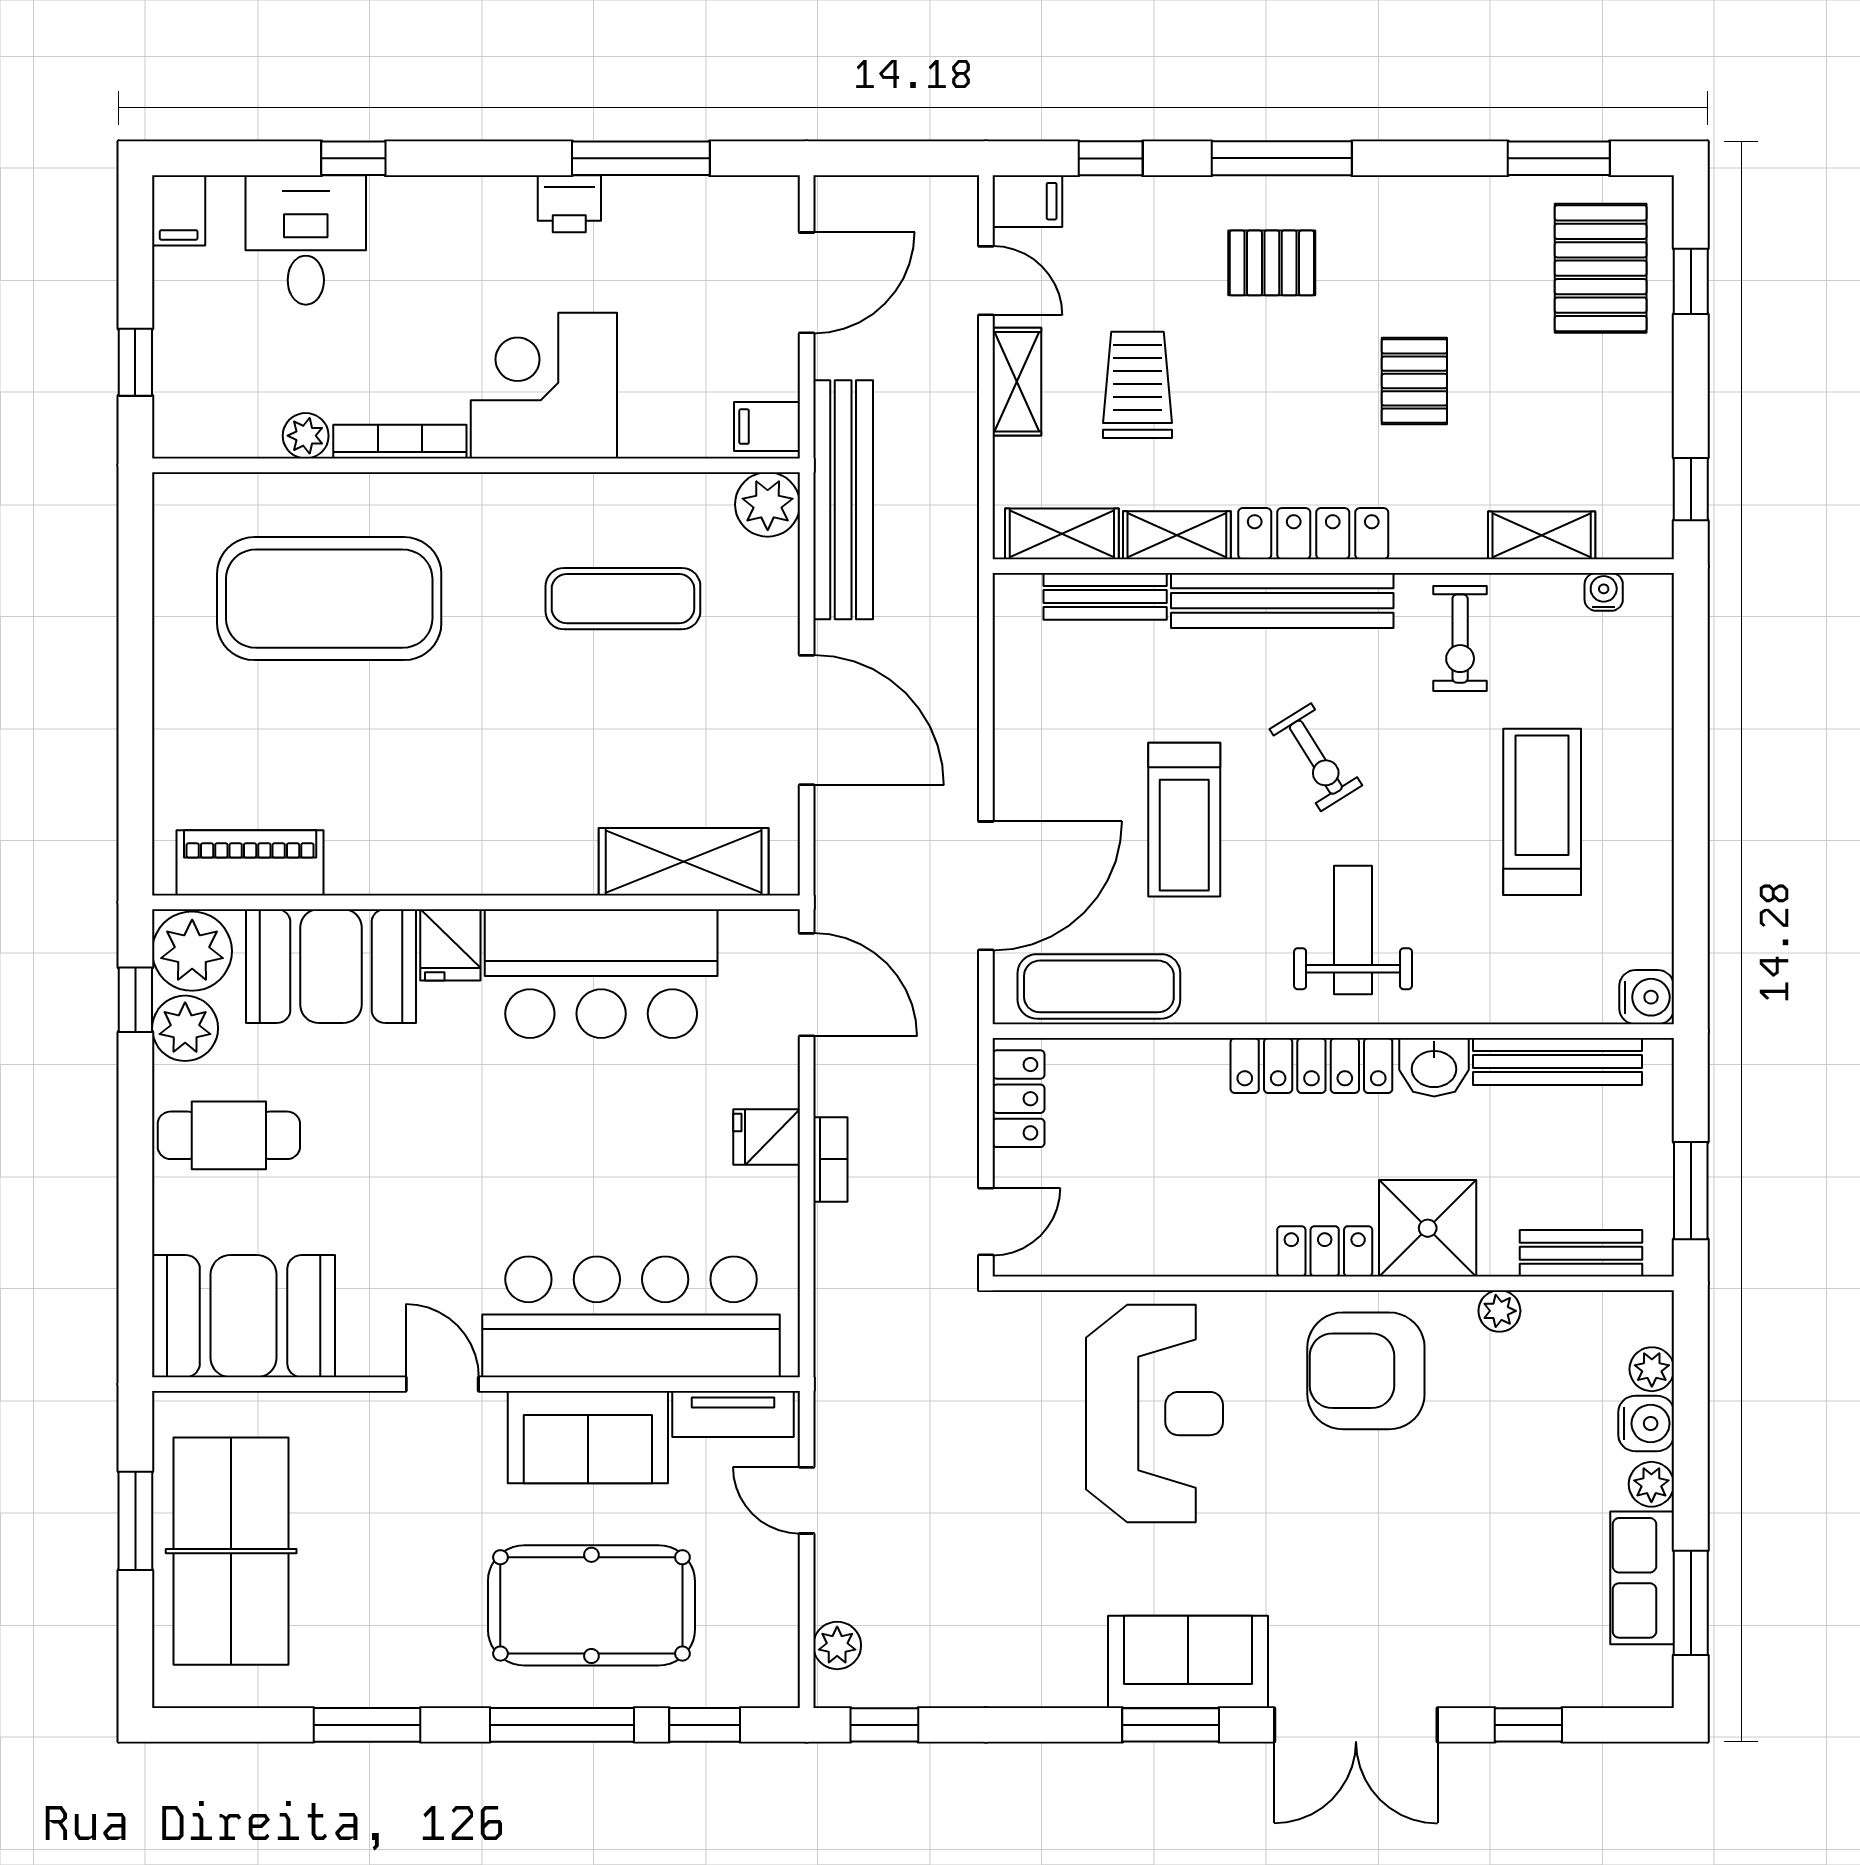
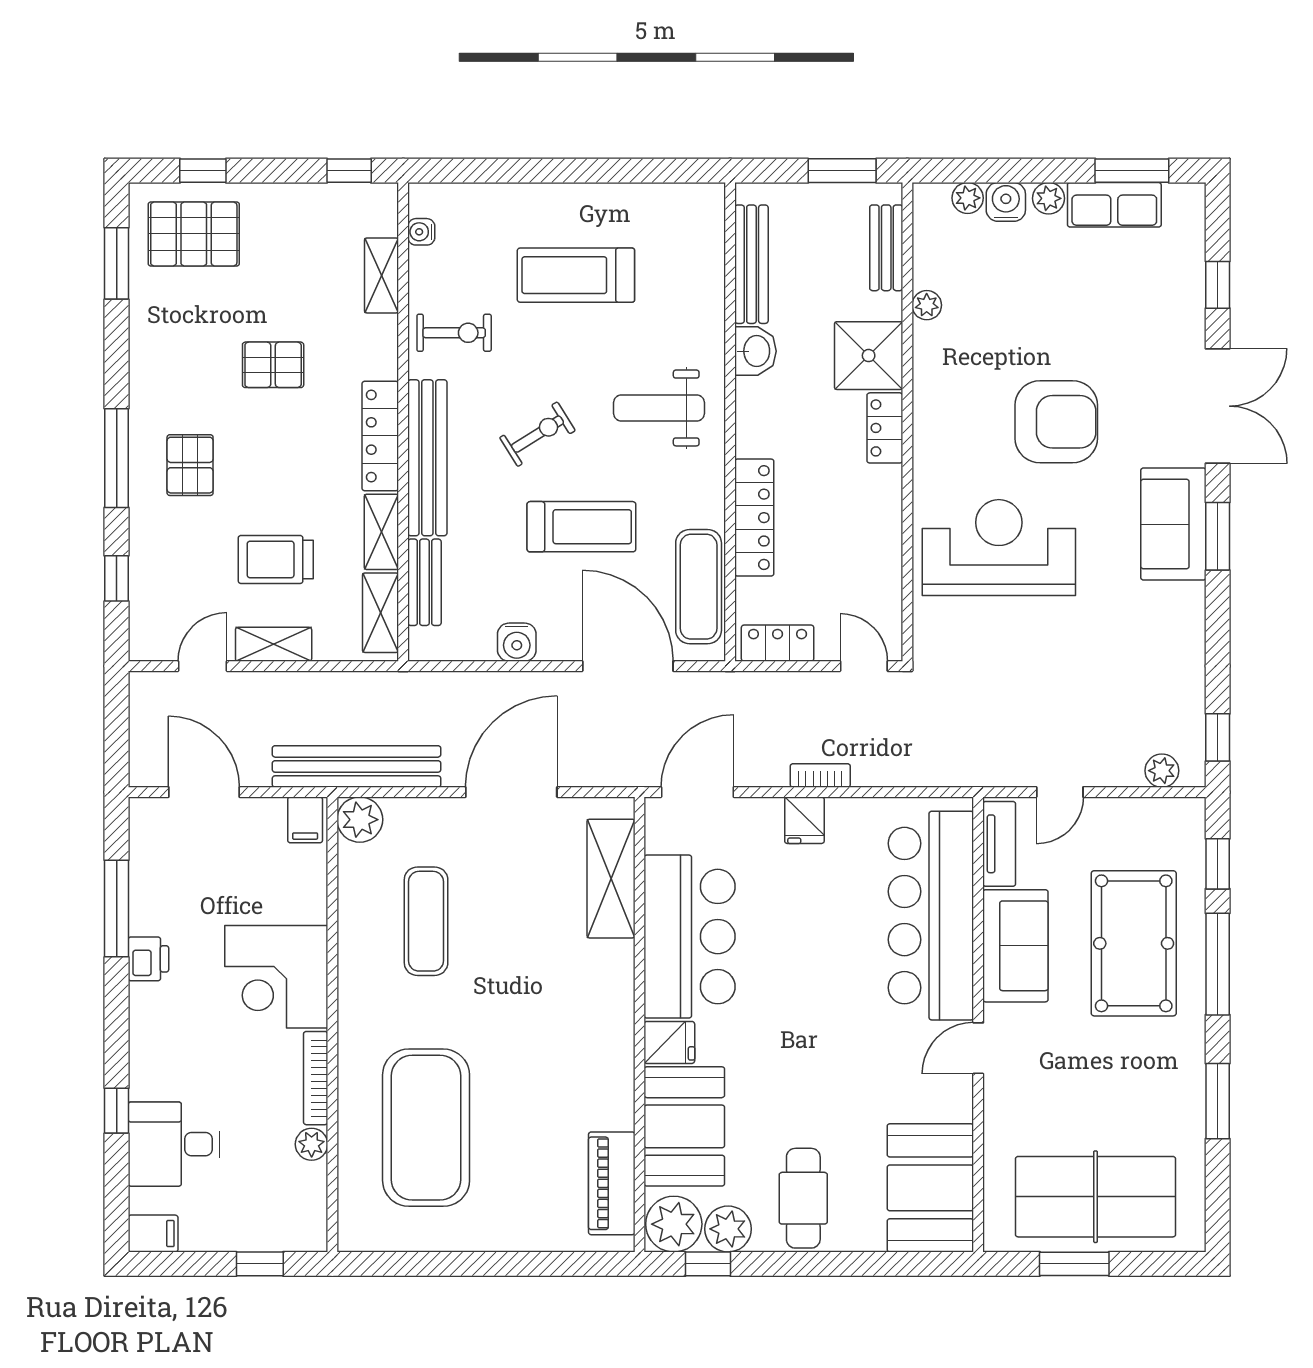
filing cabinet: (1027, 201) -> (147, 637), removed
water cooler: (1647, 997) -> (517, 642), moved, turned 180
locker: (1311, 1066) -> (754, 518), moved
armchair: (1366, 1371) -> (1056, 422), moved, turned -90

